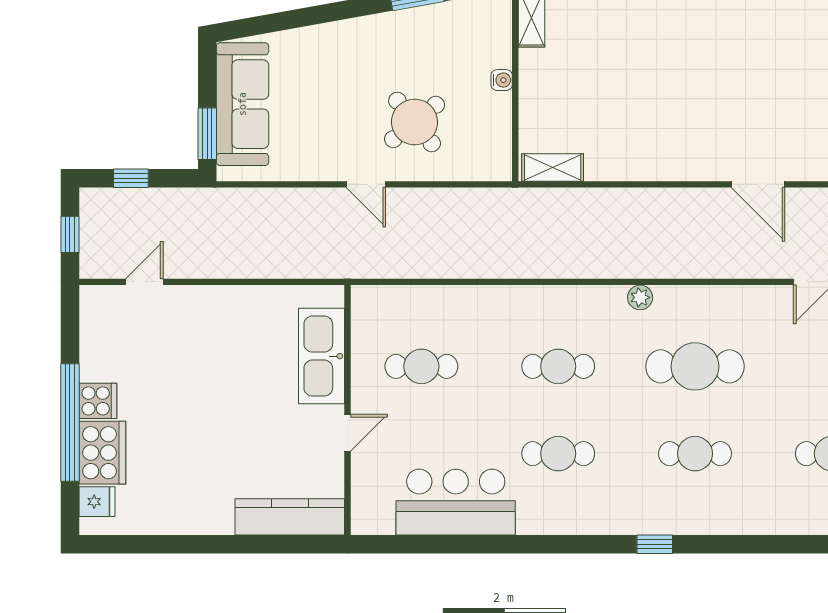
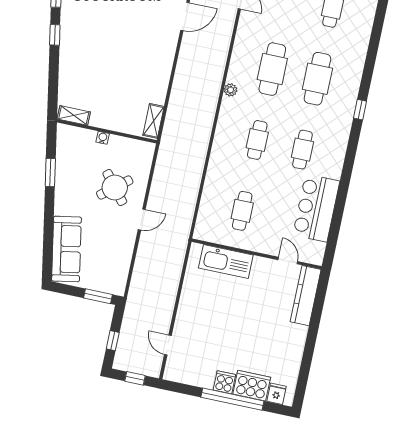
sofa: (242, 104) -> (66, 249), moved, turned 80
door: (348, 433) -> (288, 261), moved
cafe table: (695, 454) -> (317, 79), width x1.37, depth x1.35

